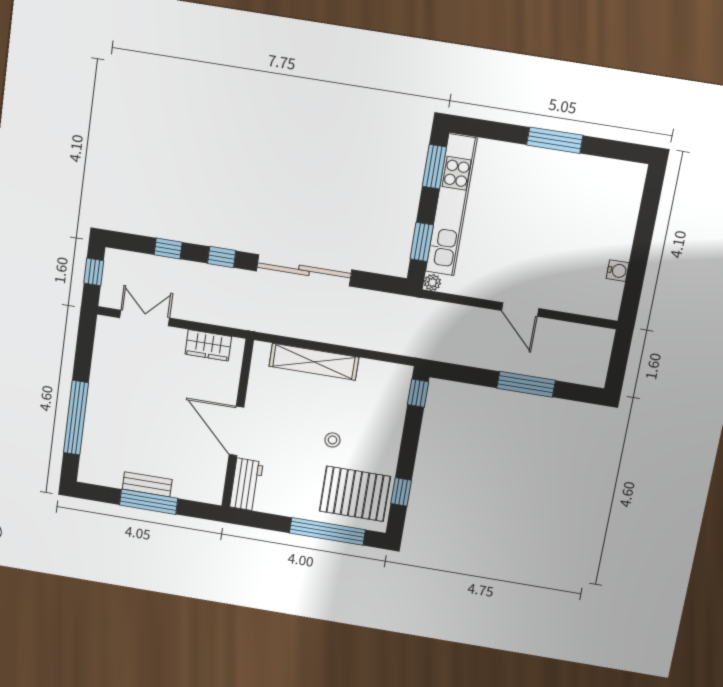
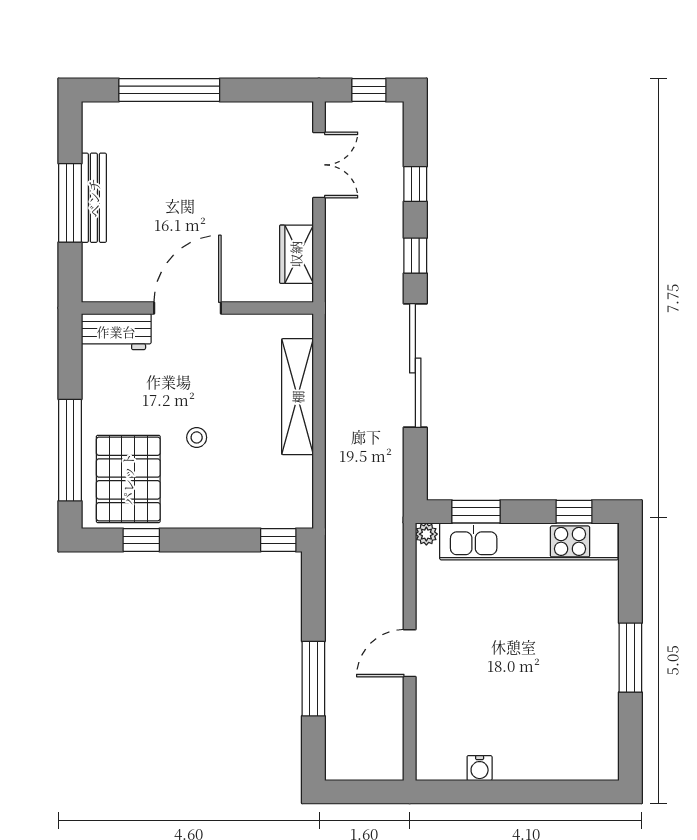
window: (434, 167) -> (574, 512), width x0.67
bench: (147, 484) -> (94, 198), width x1.36

